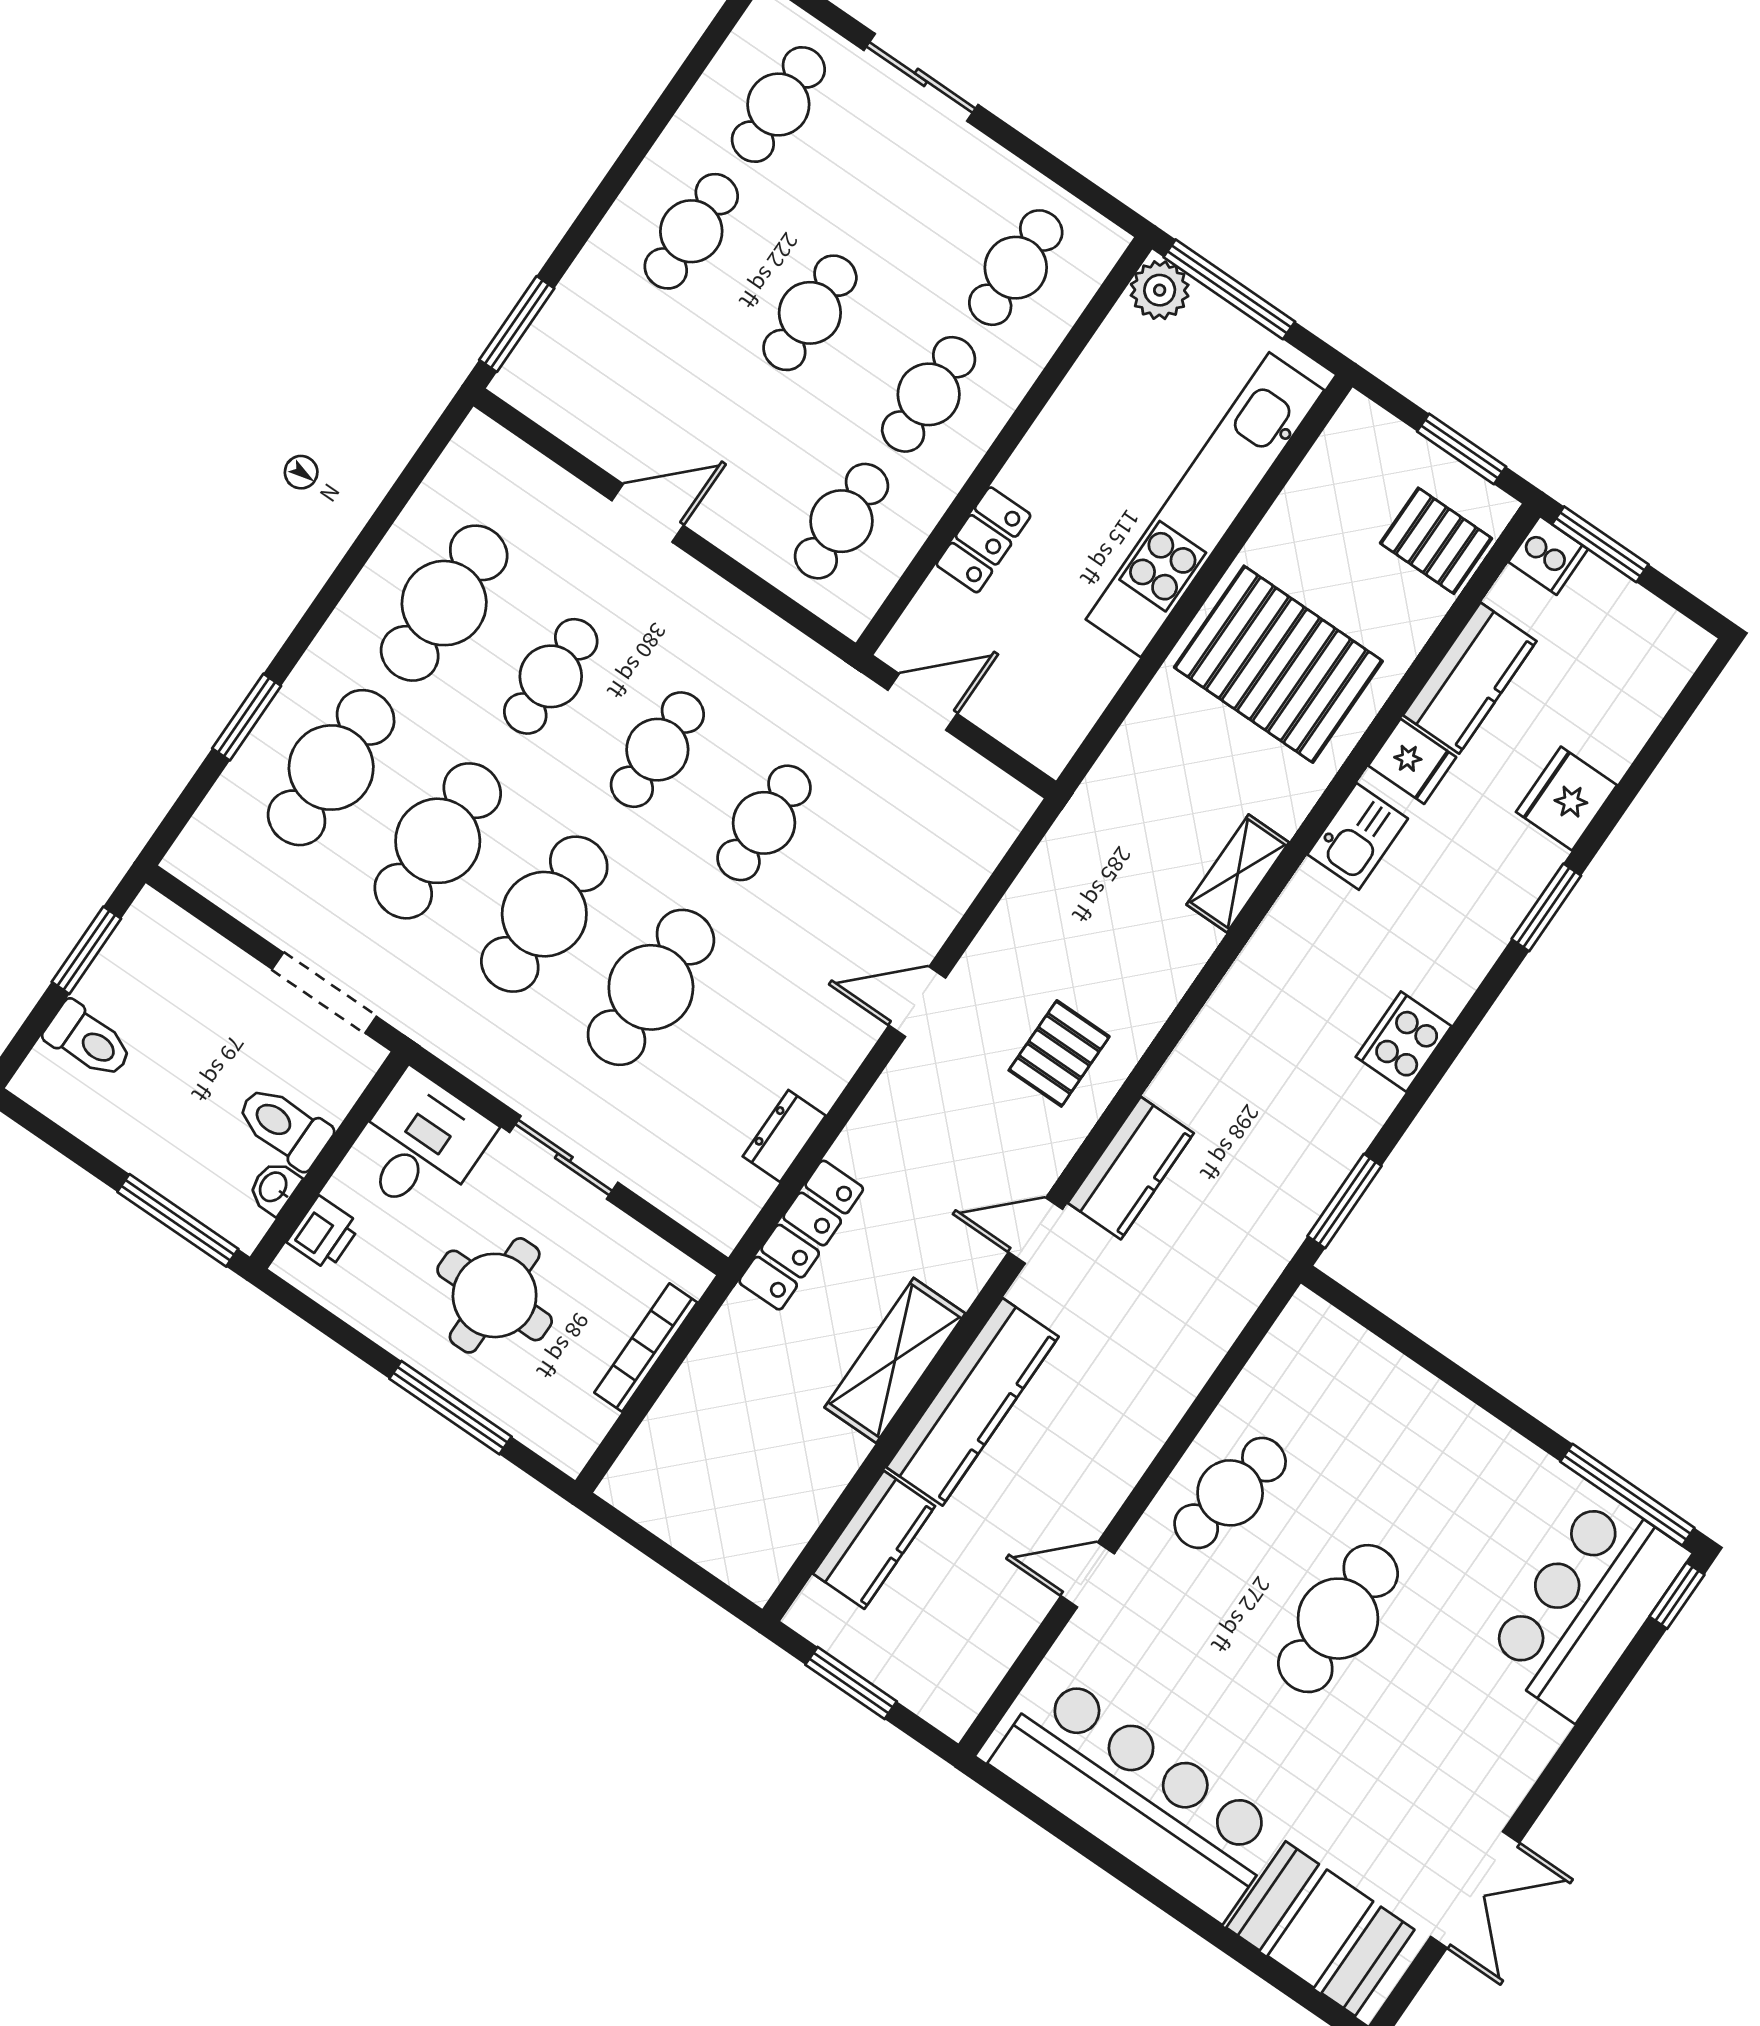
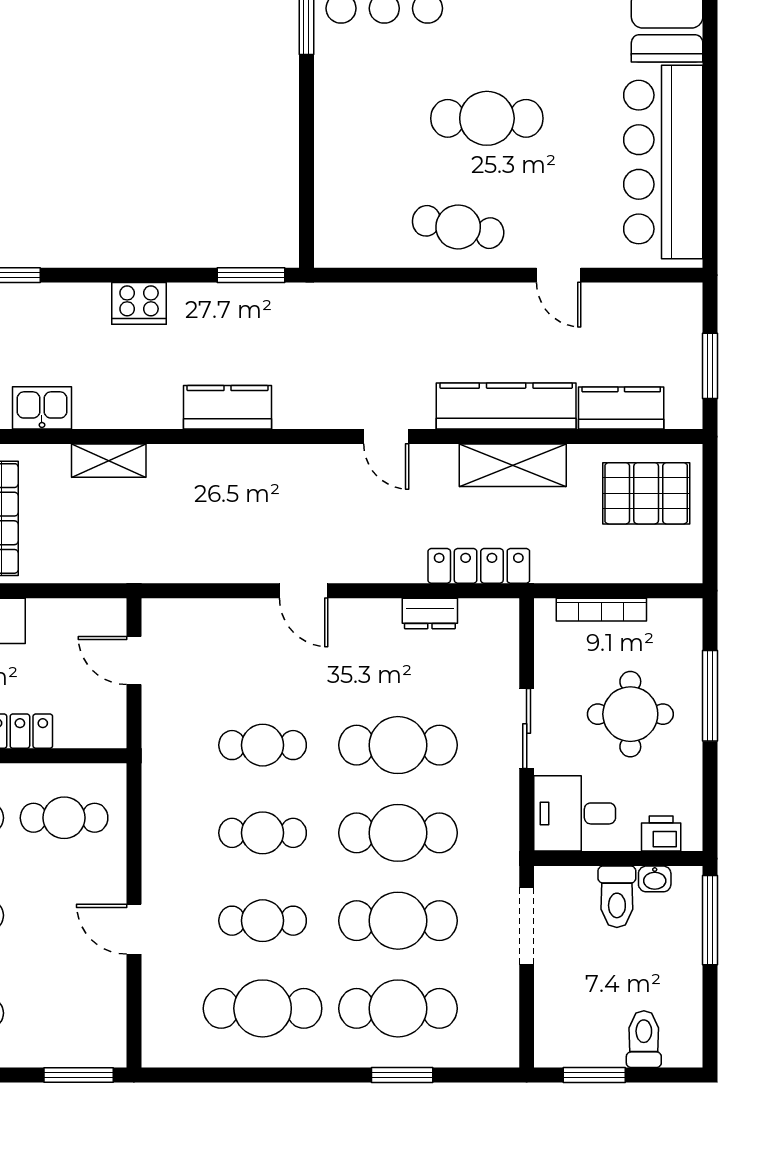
door: (923, 702) -> (134, 660), moved
pallet: (1059, 1053) -> (646, 493), moved, width x1.50, depth x1.42
kitchen counter: (1131, 1168) -> (227, 407), moved

